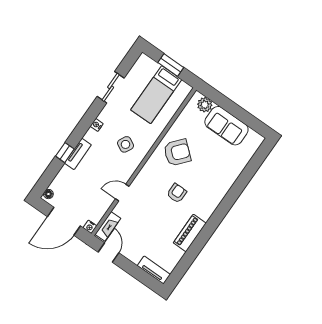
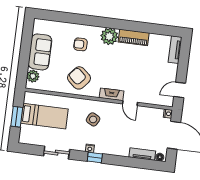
window: (65, 153) -> (95, 157), moved
tv unit: (78, 154) -> (142, 154), moved
armchair: (177, 193) -> (81, 44), moved
plant: (204, 208) -> (109, 36), added
fireplace: (108, 226) -> (112, 94), moved

